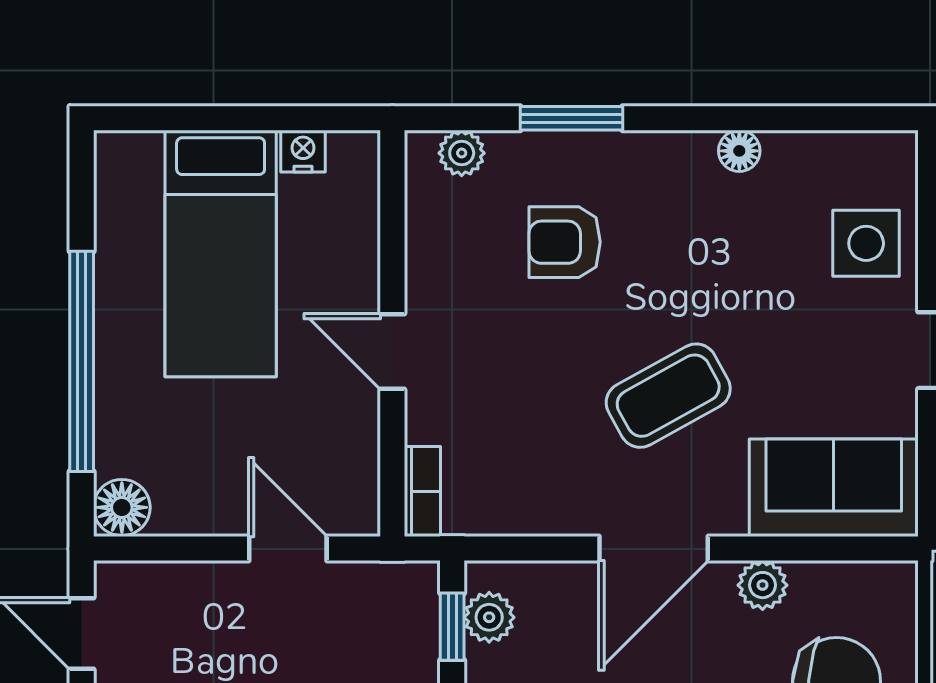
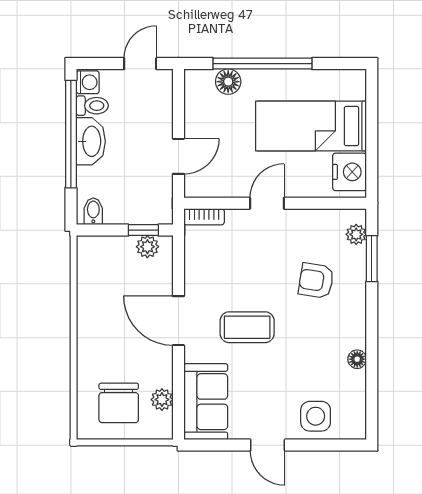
window: (571, 118) -> (372, 259), moved
nightstand: (303, 151) -> (350, 172), width x1.89, depth x1.79
armchair: (565, 242) -> (316, 281), turned -81
coffee table: (668, 396) -> (247, 327), turned -61
floor lamp: (122, 507) -> (228, 82), moved
plant: (763, 585) -> (162, 400), moved

